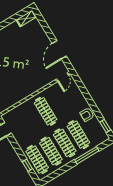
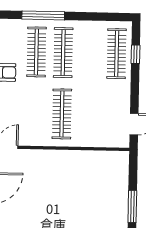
clothes rail: (51, 151) -> (90, 53), removed

